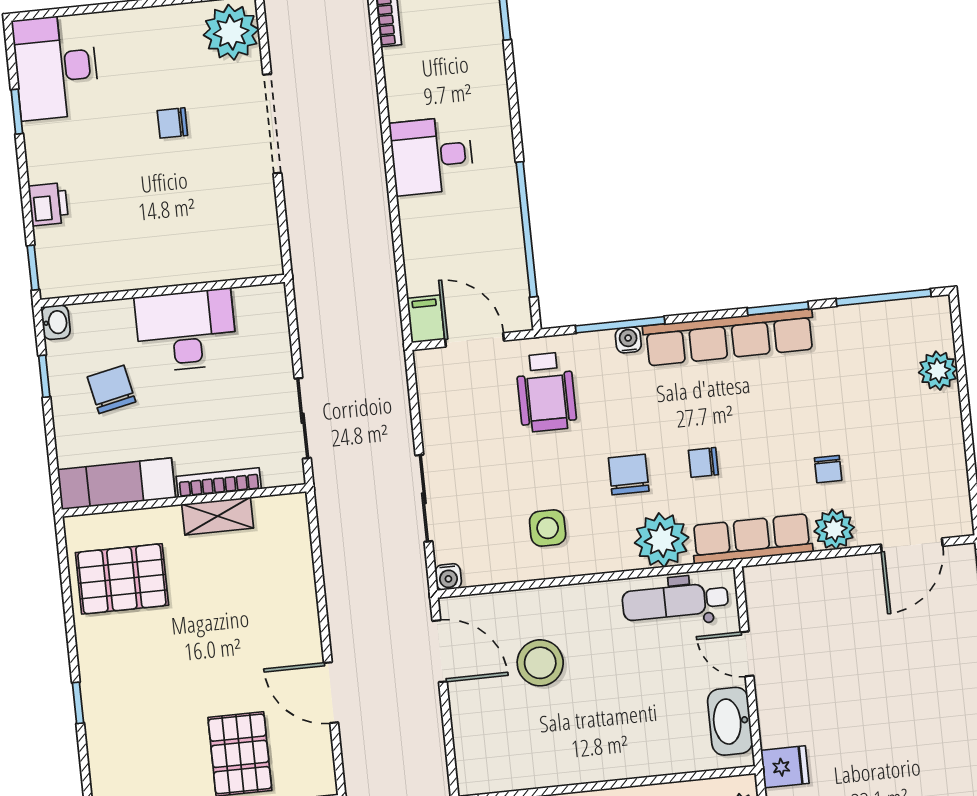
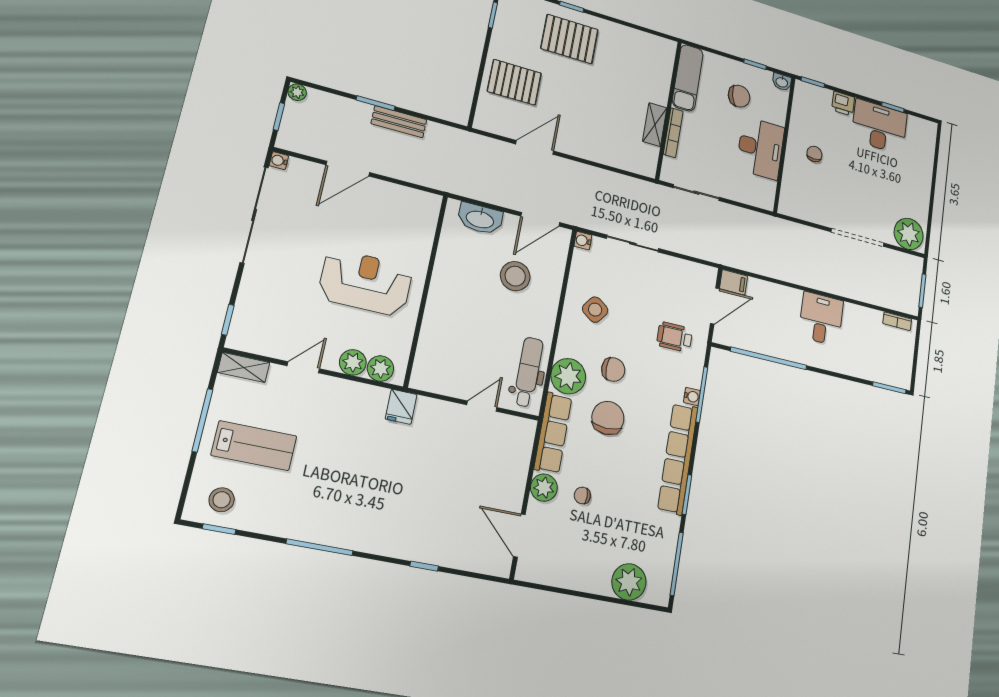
desk: (56, 67) -> (879, 127), moved
chair: (172, 123) -> (814, 154), moved
plant: (938, 371) -> (629, 582), width x1.36, depth x1.36
wheelchair: (546, 392) -> (675, 337), width x0.73, depth x0.73
chair: (703, 462) -> (608, 418), width x1.87, depth x1.87
side table: (548, 528) -> (595, 310), turned 36
pallet: (122, 579) -> (570, 39), moved, turned 90
washbasin: (730, 721) -> (480, 219), moved, turned 180

